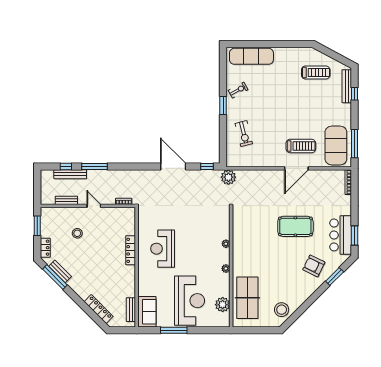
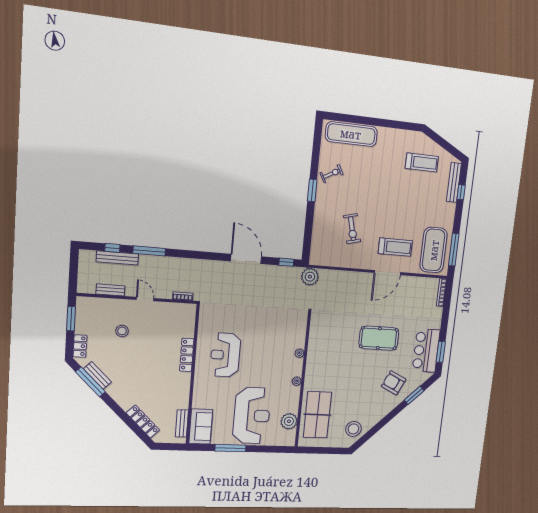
exercise bike: (244, 134) -> (352, 229), moved

